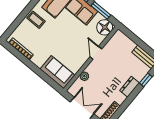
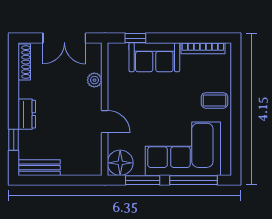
sofa: (57, 72) -> (154, 57), moved
window: (49, 80) -> (135, 38), added

